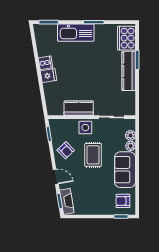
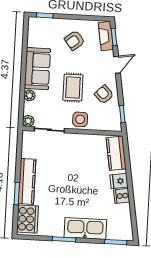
kitchen counter: (79, 108) -> (116, 153), moved, turned 81
plant: (130, 135) -> (28, 121), moved
door: (56, 177) -> (117, 65), swing flipped
armchair: (123, 201) -> (75, 40), moved, turned 142

